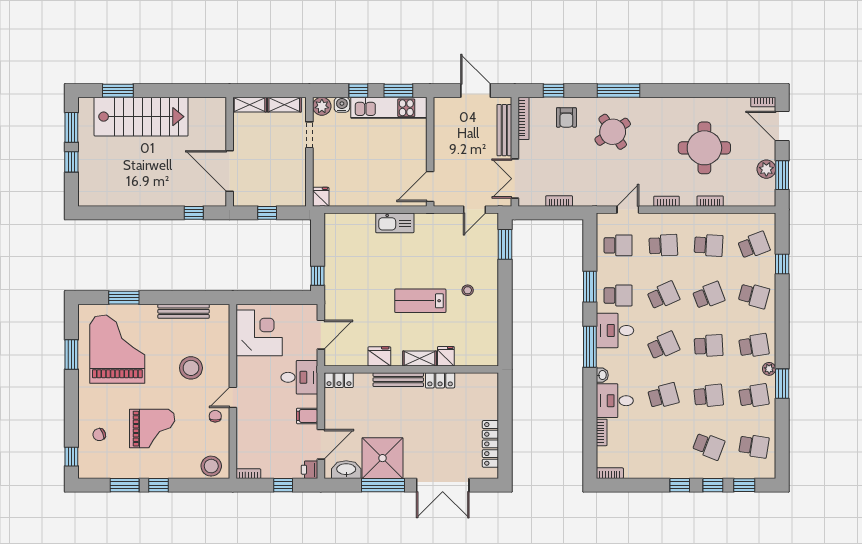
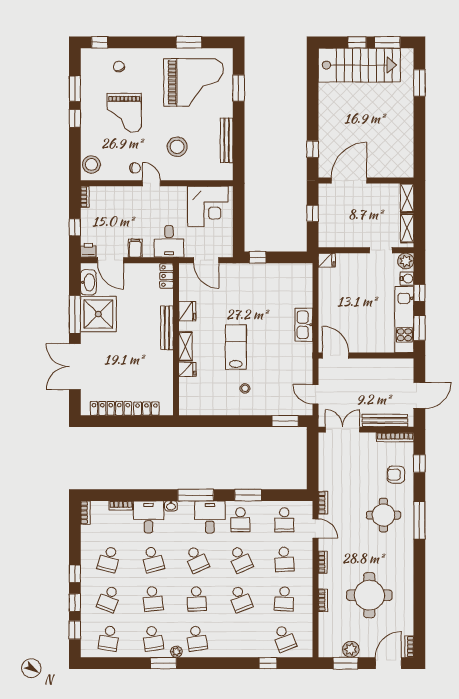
stairs: (141, 117) -> (359, 65), moved, turned -90
round table: (613, 132) -> (383, 515), turned 34
bookcase: (559, 201) -> (323, 503), moved
school desk: (754, 296) -> (109, 559), moved
locker: (440, 380) -> (146, 409), moved, turned 90

